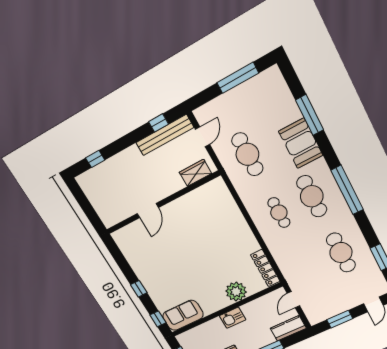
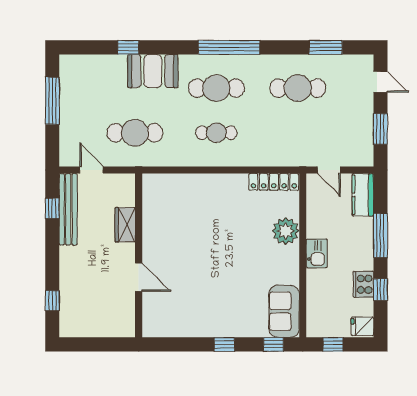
window: (310, 115) -> (128, 47), width x0.46
wardrobe: (195, 173) -> (125, 225), moved

